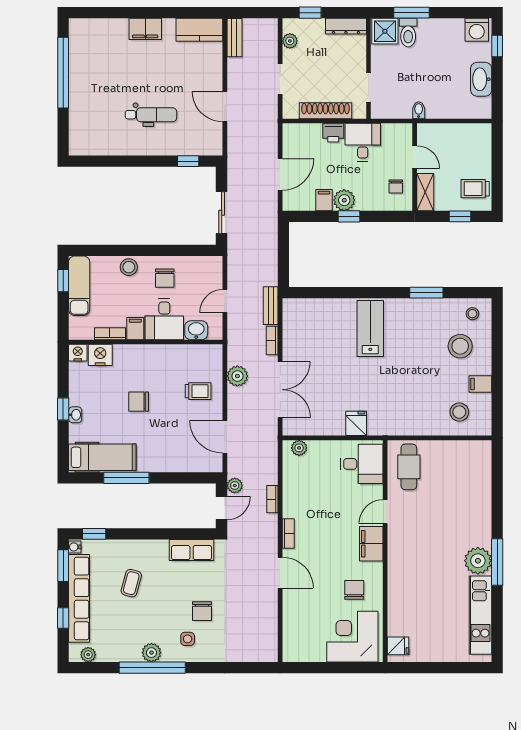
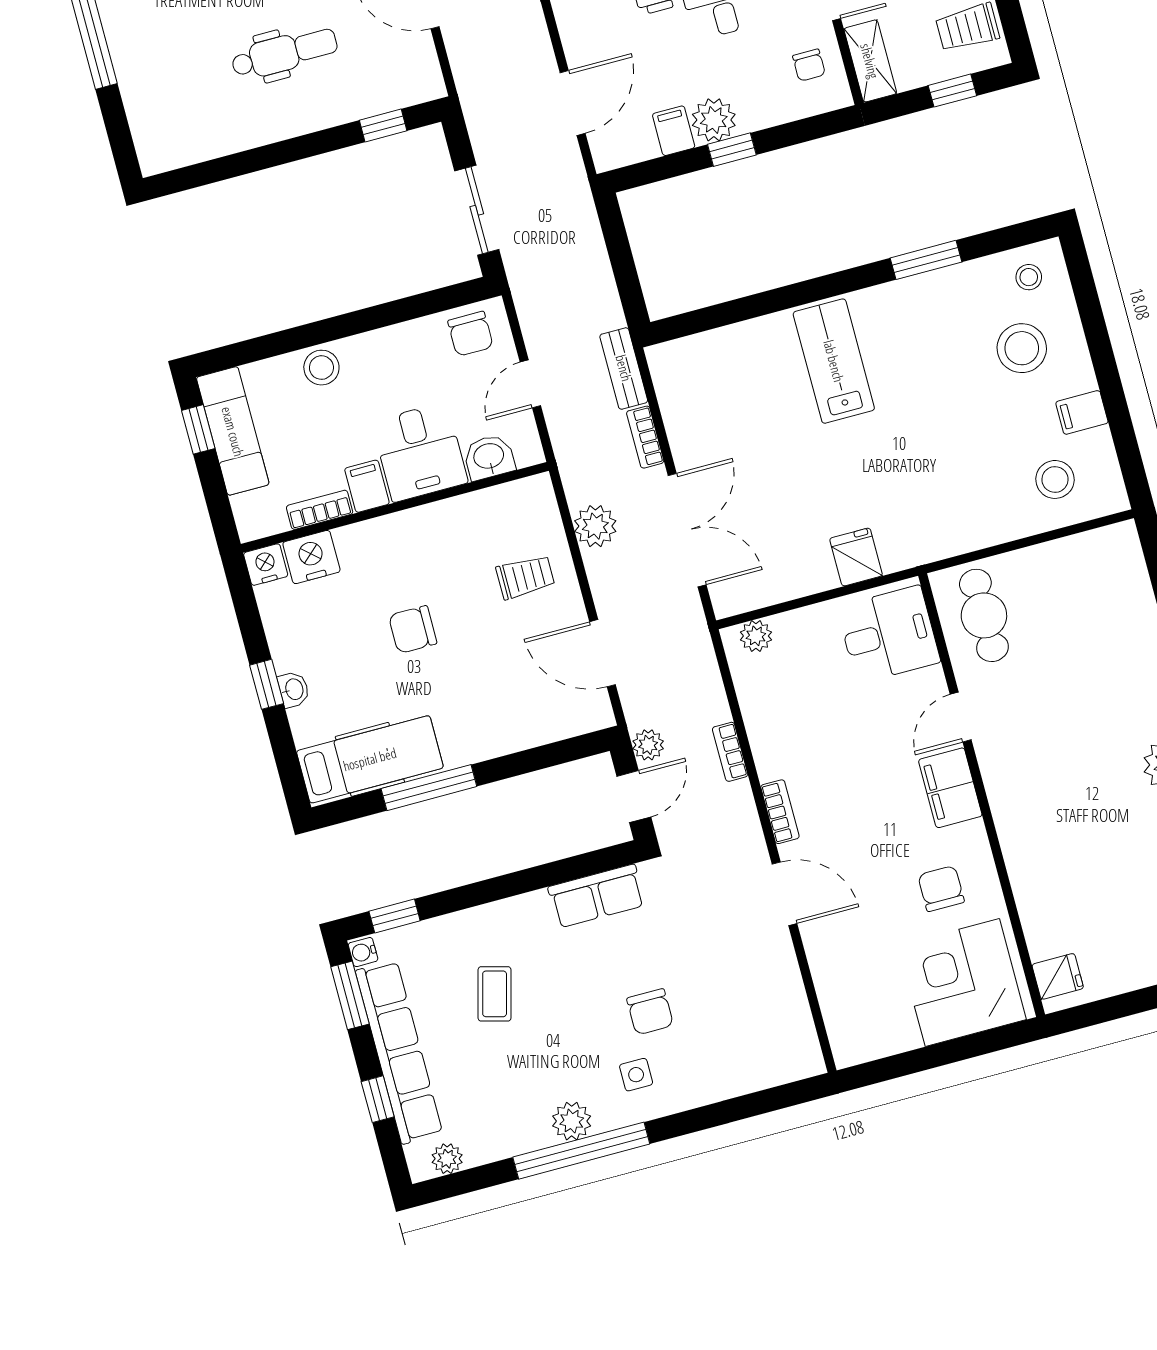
chair: (165, 278) -> (470, 334), moved

